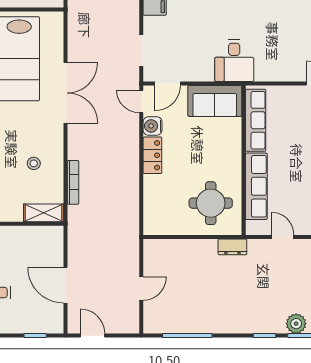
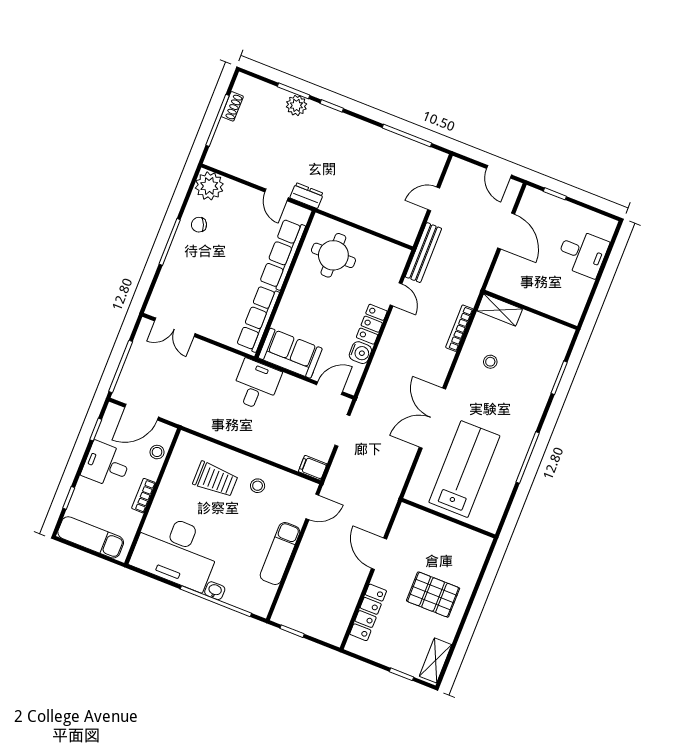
door: (141, 101) -> (396, 294), moved
bench: (132, 237) -> (423, 253), added
dresser: (232, 247) -> (307, 196), moved

